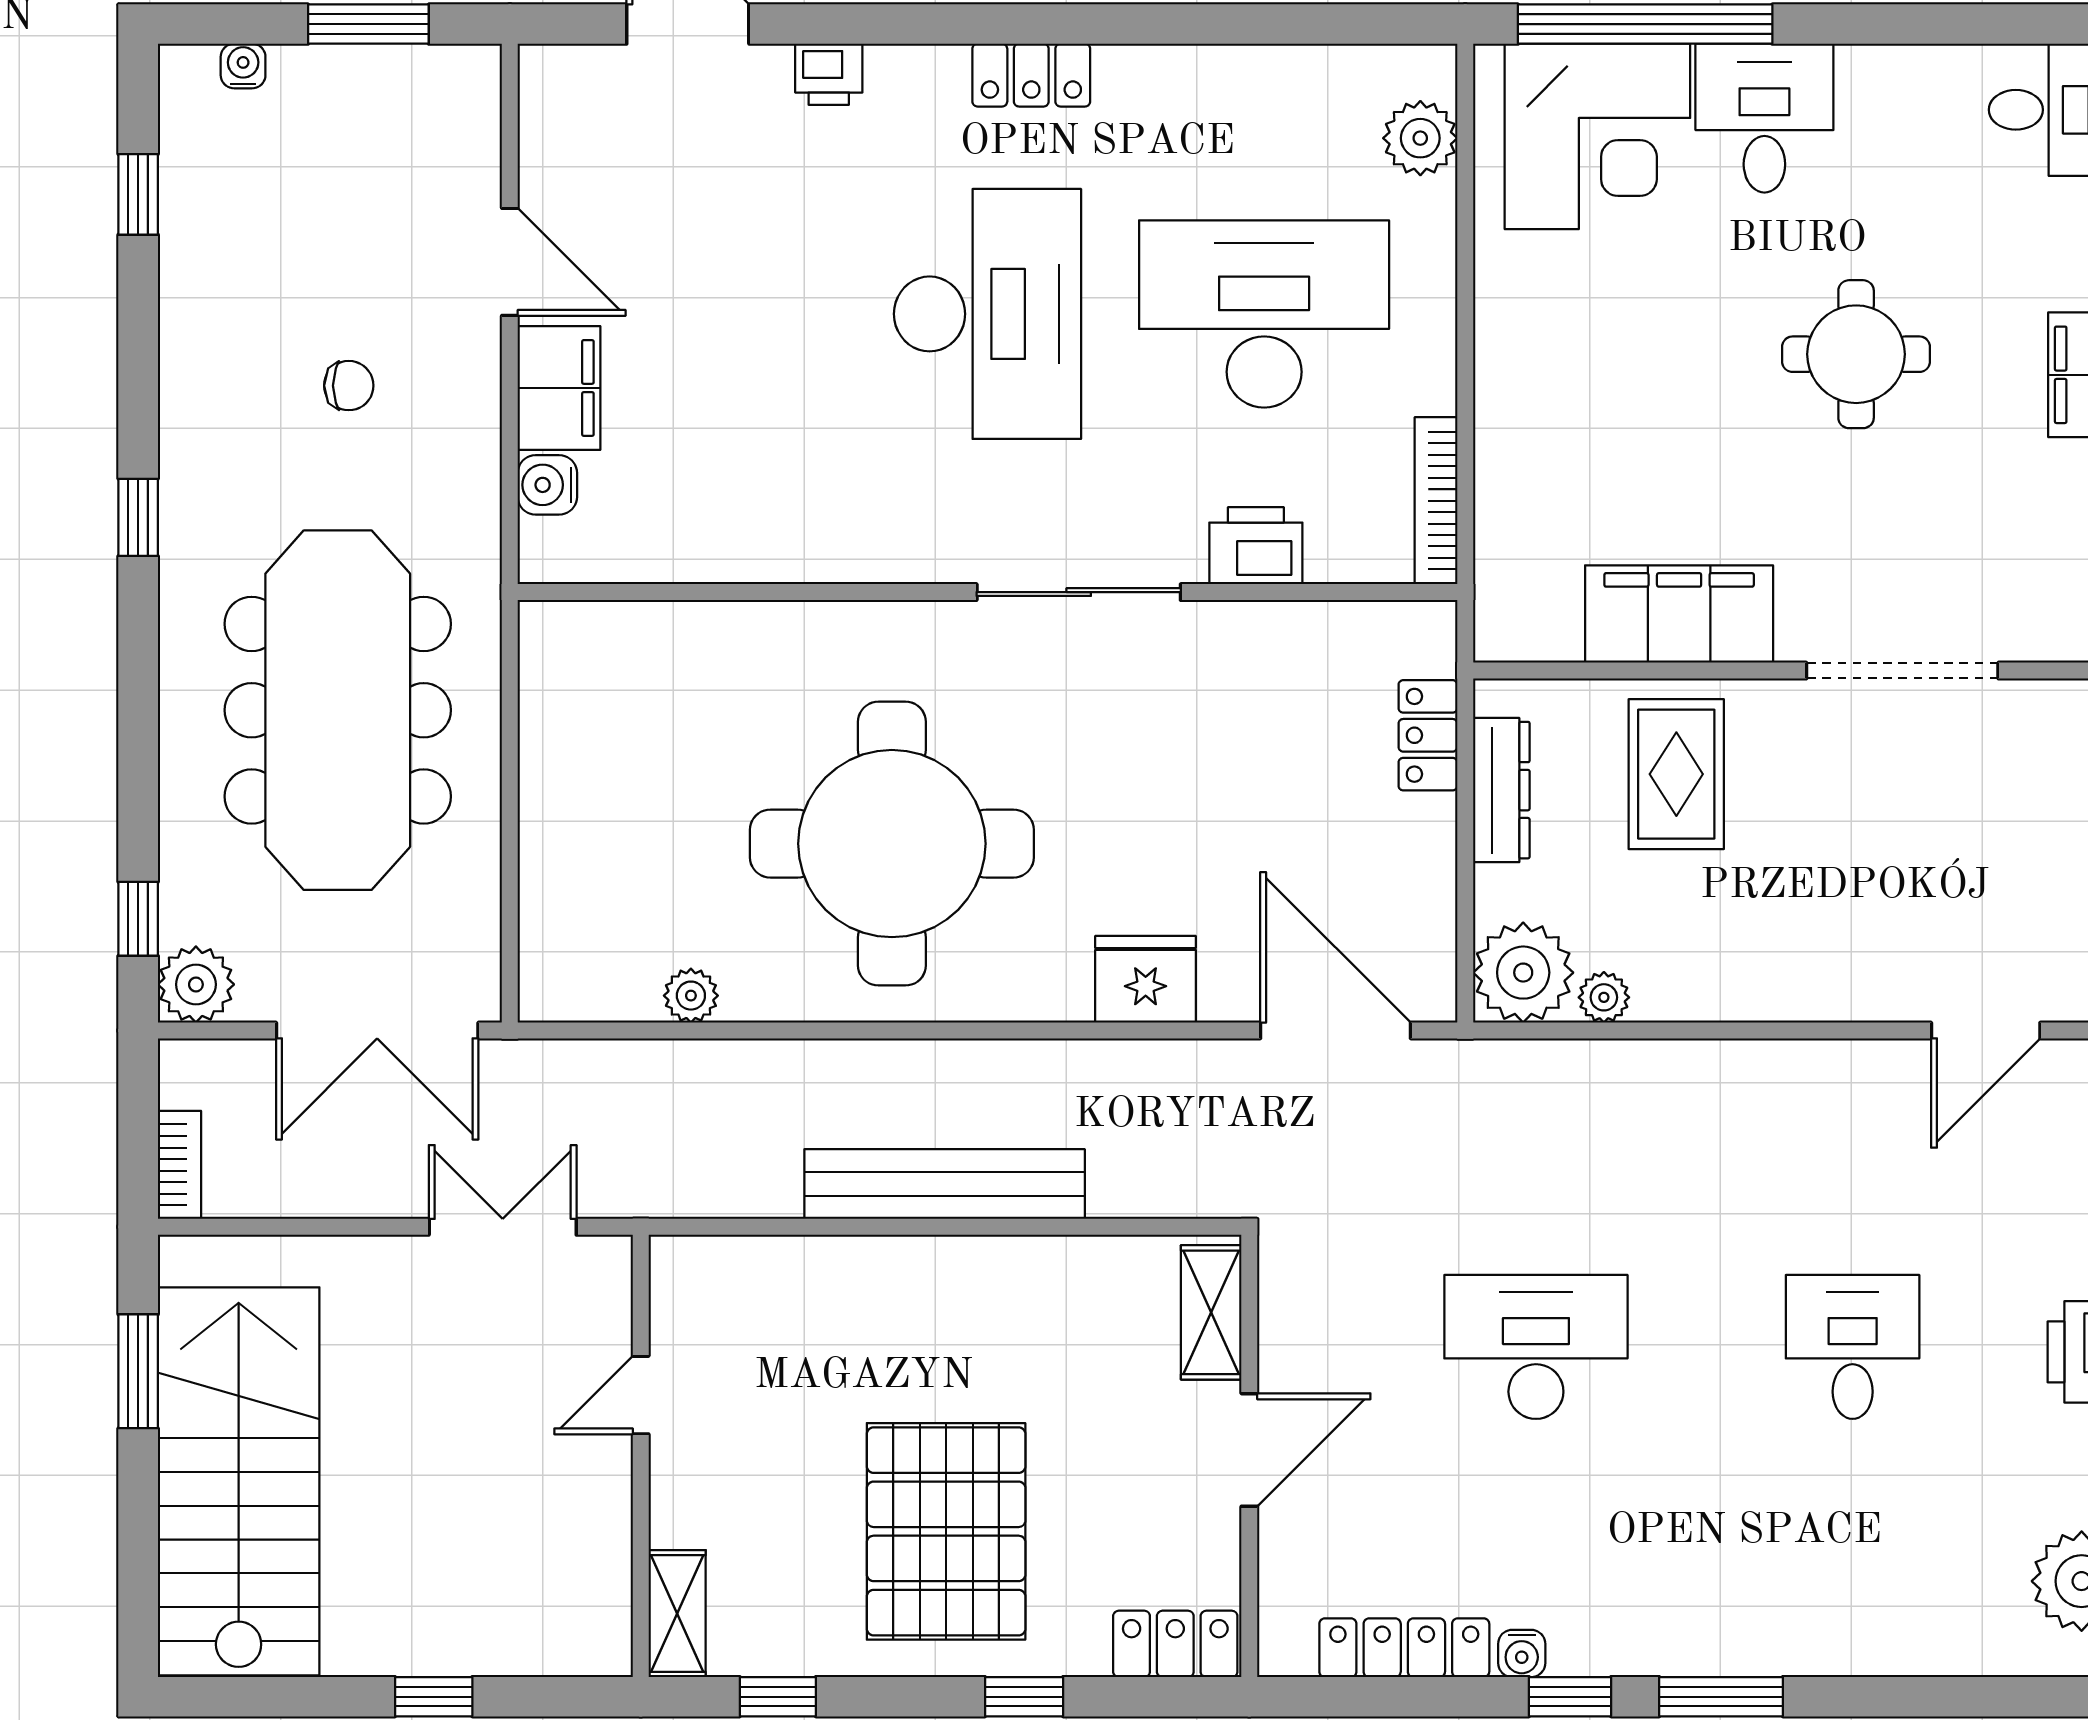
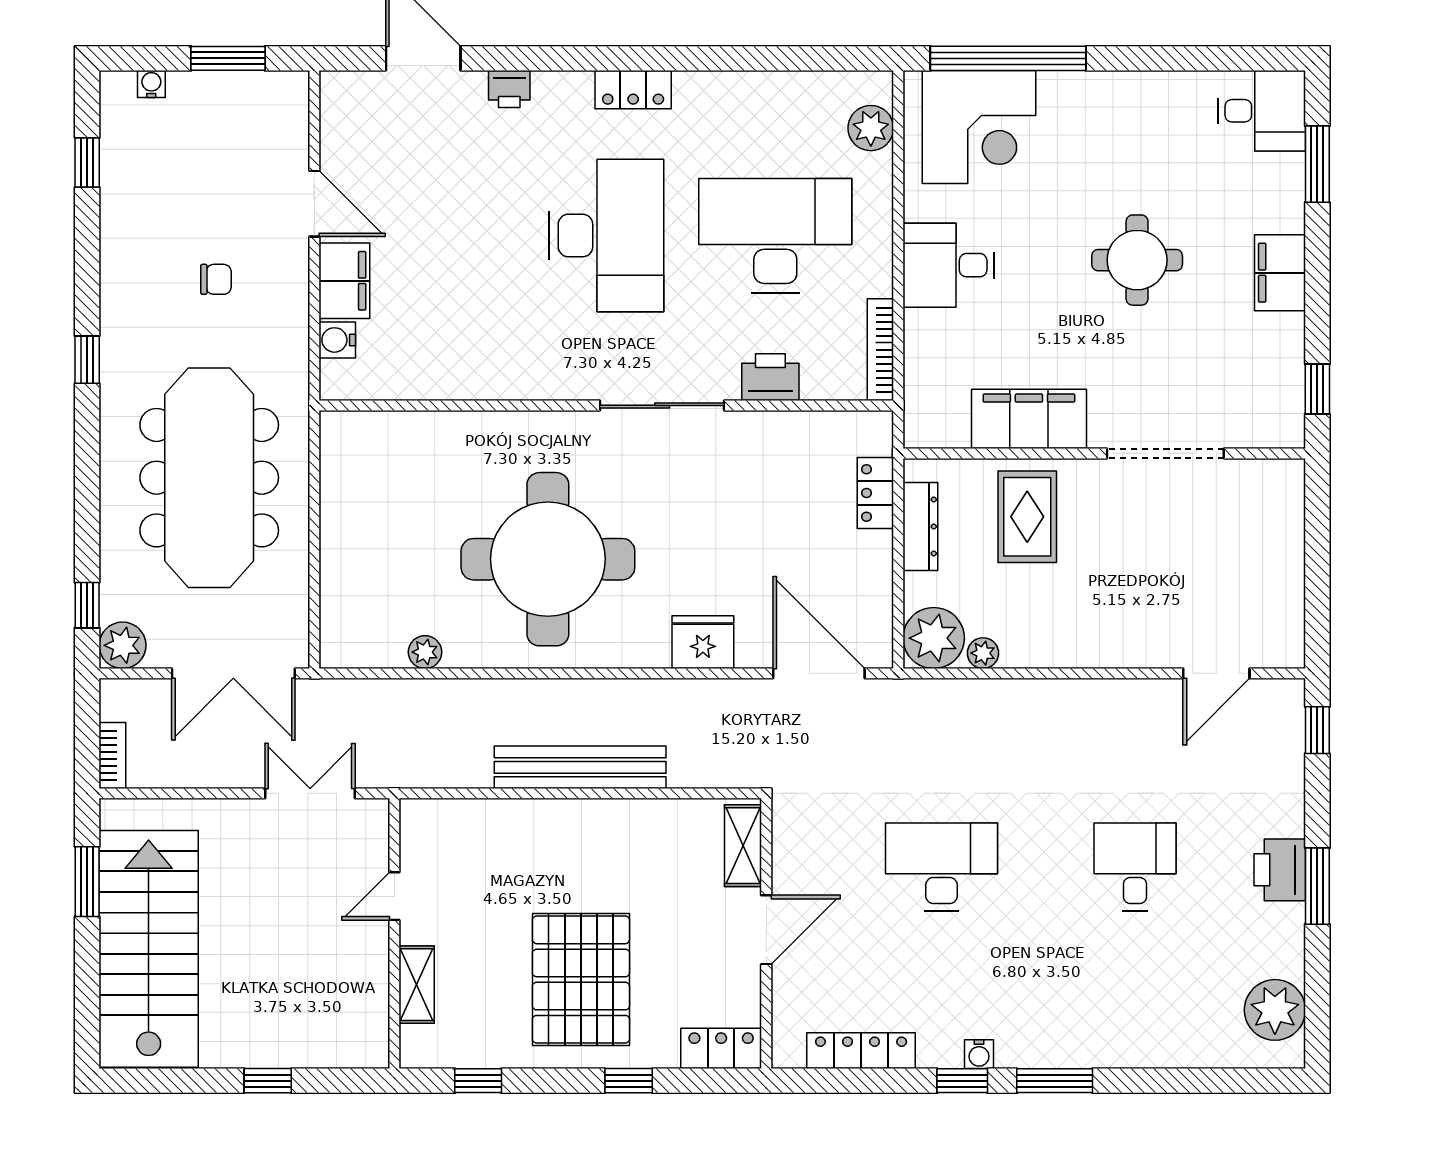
desk: (1764, 118) -> (949, 265), moved, turned -90
shelving: (677, 1614) -> (417, 985), moved
water cooler: (1522, 1653) -> (979, 1054), moved

